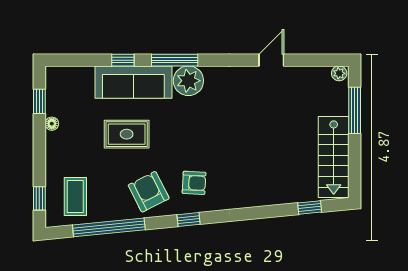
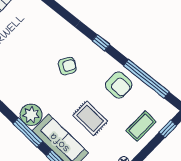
armchair: (194, 183) -> (67, 66), moved, turned 117
armchair: (149, 192) -> (119, 85), moved, turned -63
coffee table: (75, 196) -> (141, 126), moved

